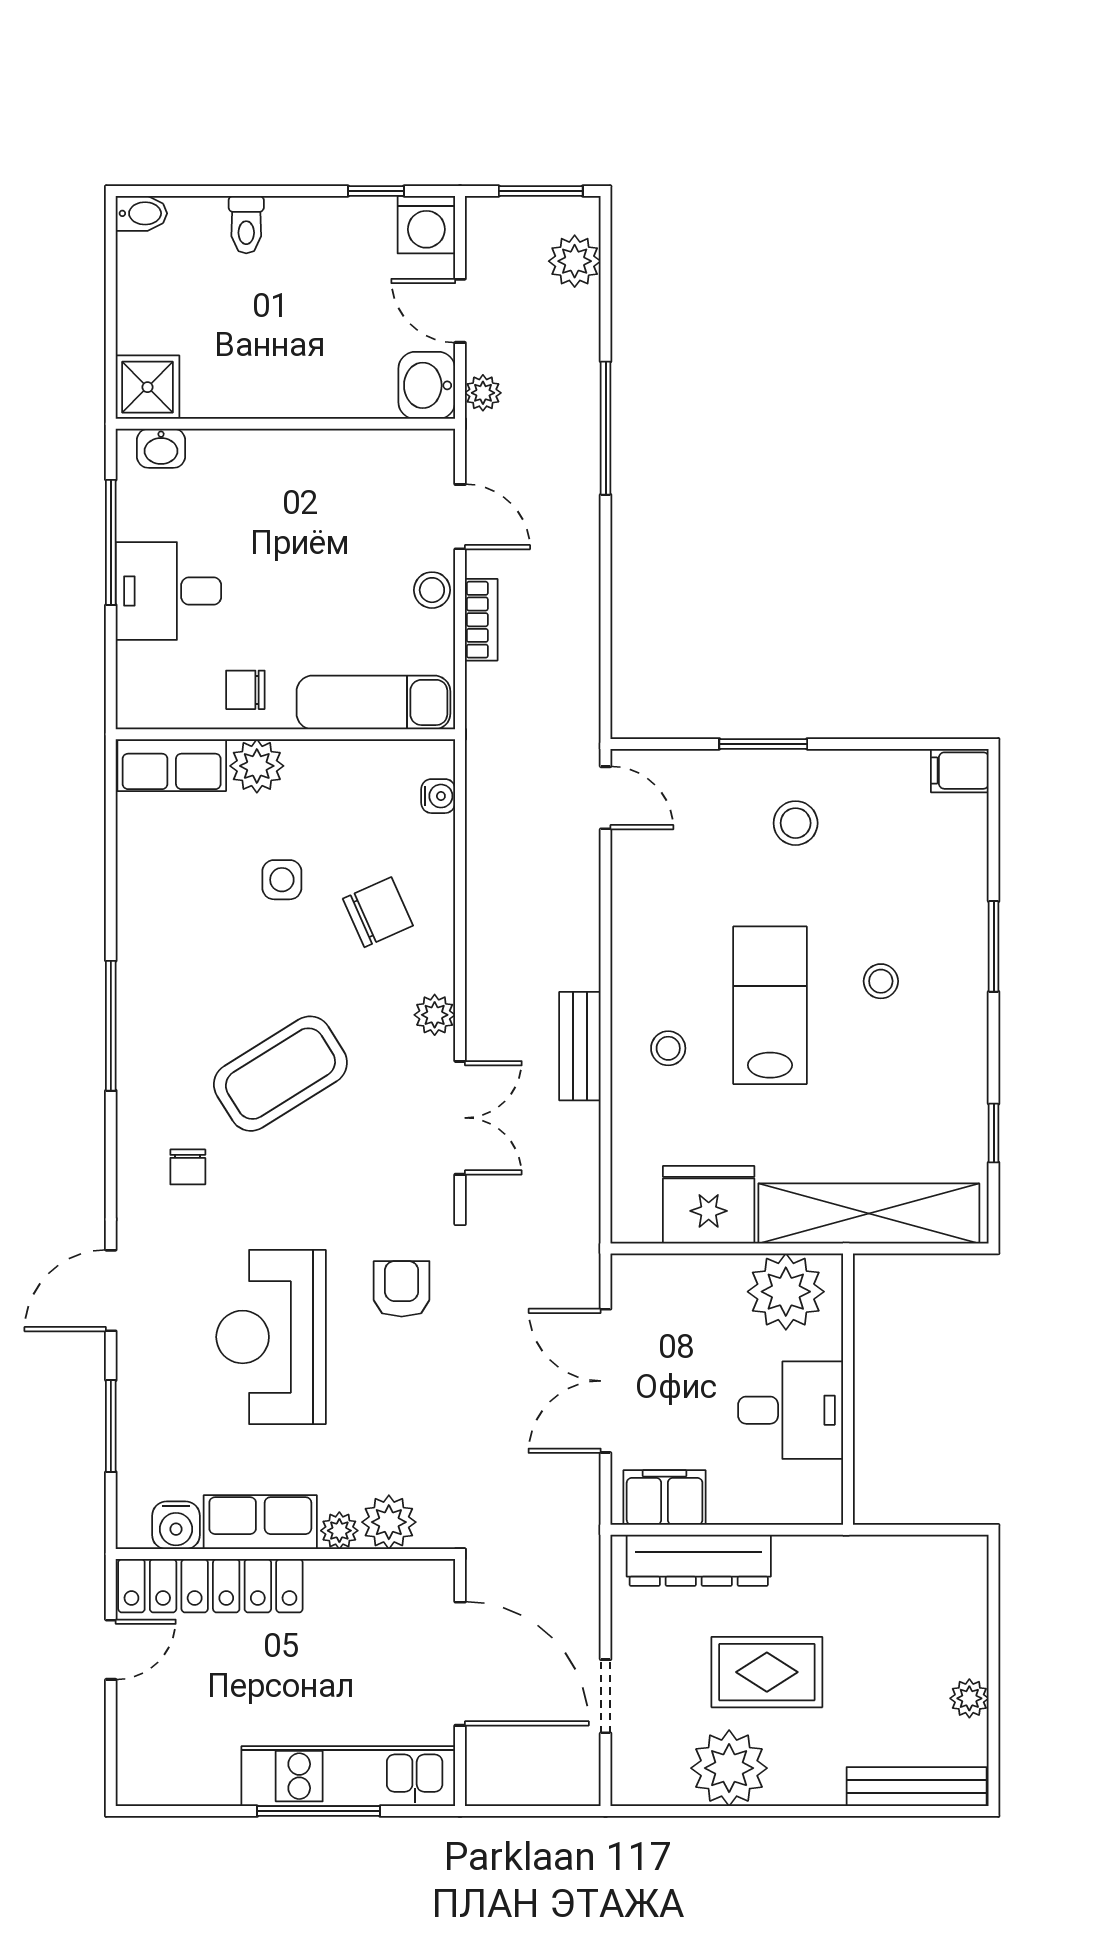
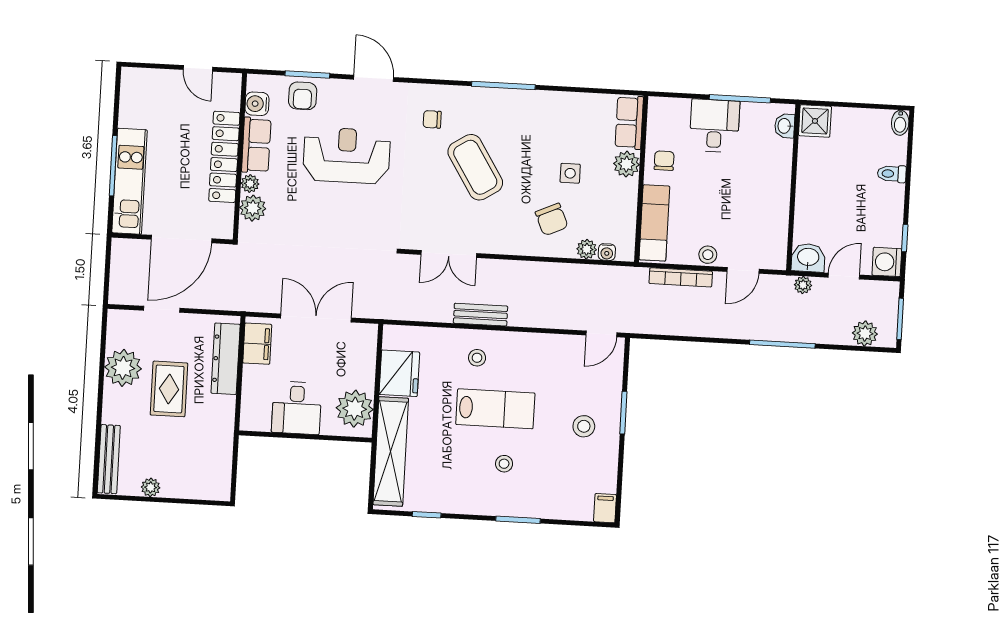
bookcase: (481, 620) -> (681, 277), width x1.56
plant: (435, 1015) -> (587, 249), moved
armchair: (402, 1289) -> (303, 96), moved, turned 90
locker: (210, 1586) -> (224, 157), moved

